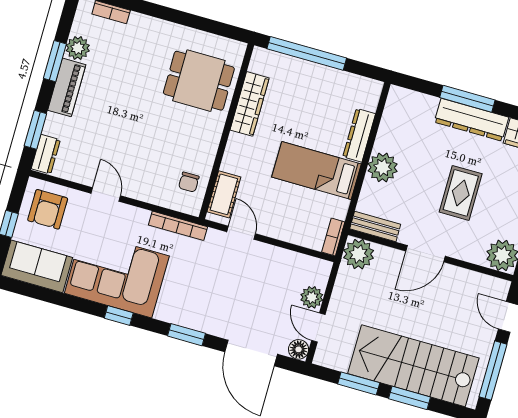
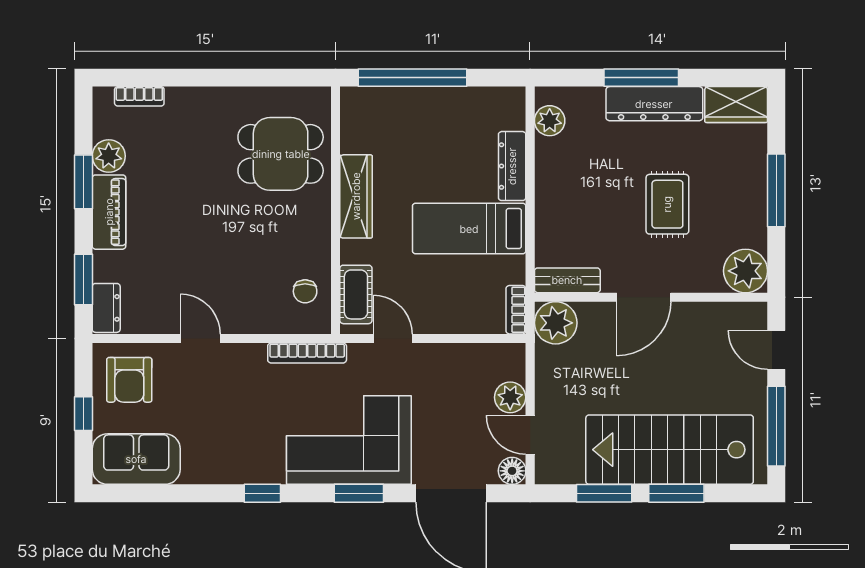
wardrobe: (250, 104) -> (356, 196), moved
plant: (383, 167) -> (550, 121), moved, width x0.73, depth x0.73
corner sofa: (117, 275) -> (349, 440), moved

